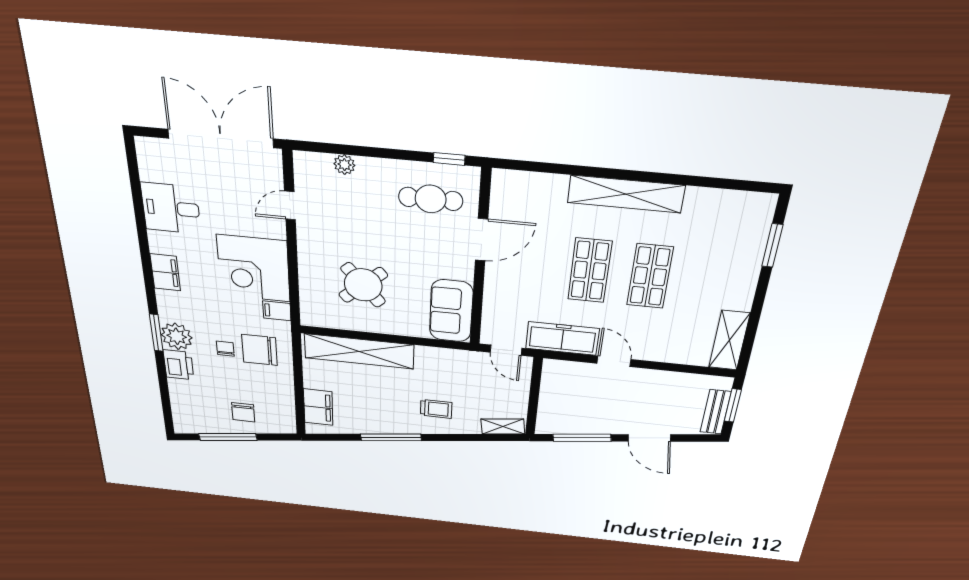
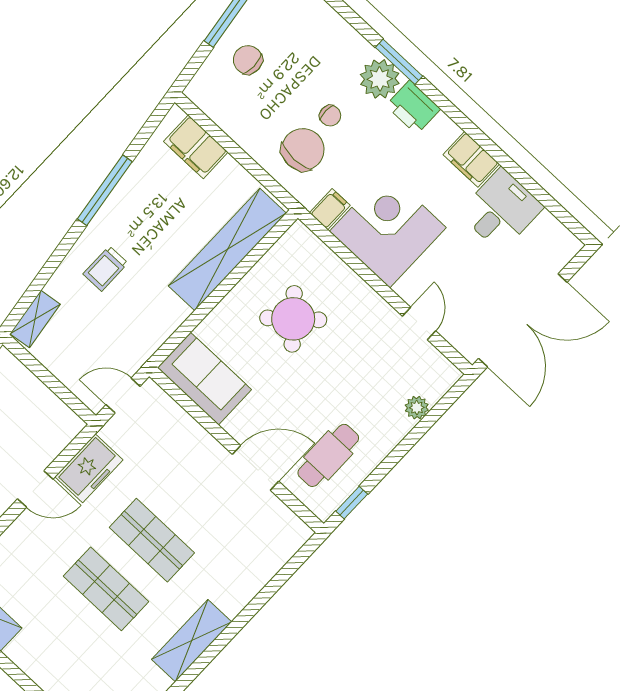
shelving: (626, 194) -> (192, 641), width x0.68
door: (482, 240) -> (255, 468), swing flipped
filing cabinet: (165, 272) -> (471, 159), moved
freezer: (562, 338) -> (89, 468), width x0.71
printer: (179, 365) -> (413, 107), moved

